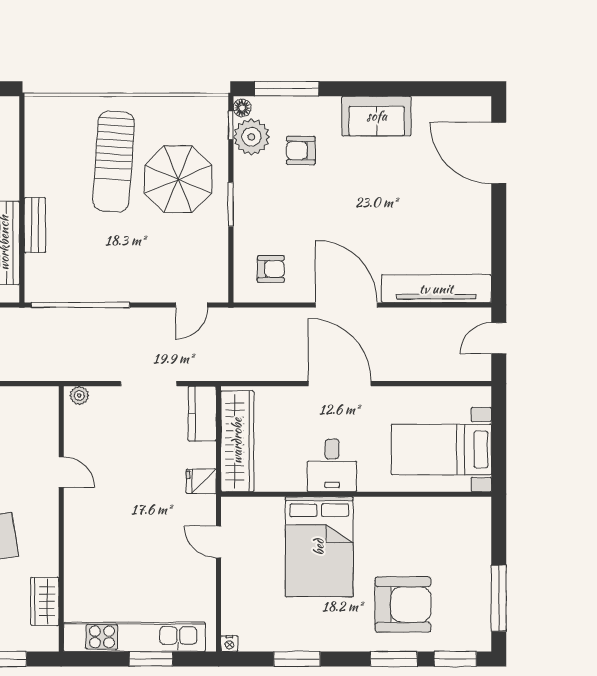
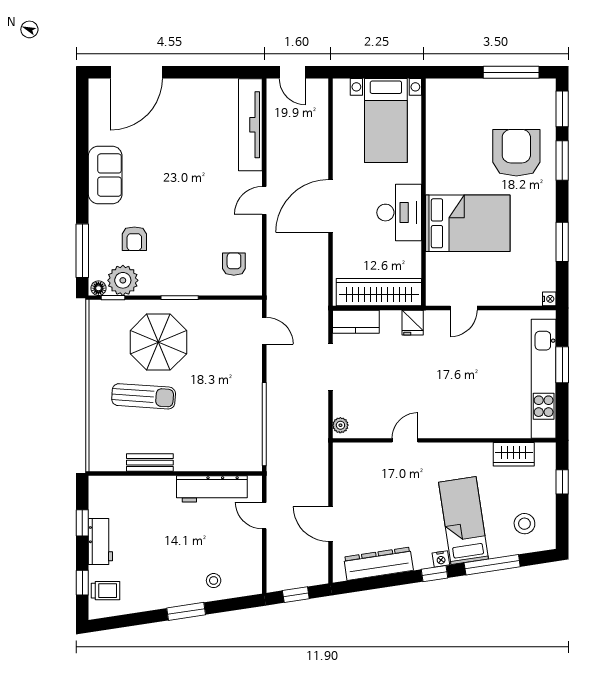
sun lounger: (114, 162) -> (144, 396), width x0.73, depth x0.75
bench: (35, 225) -> (150, 463), moved
door: (346, 305) -> (264, 200), width x0.53
desk: (332, 465) -> (399, 213), width x1.37

